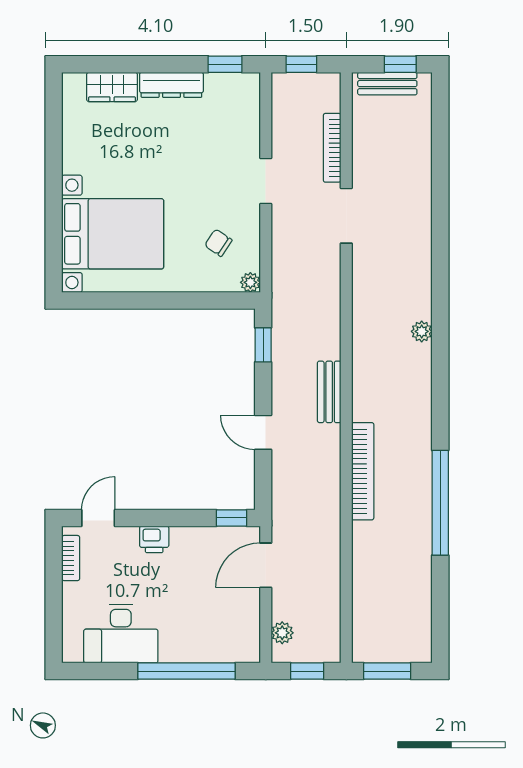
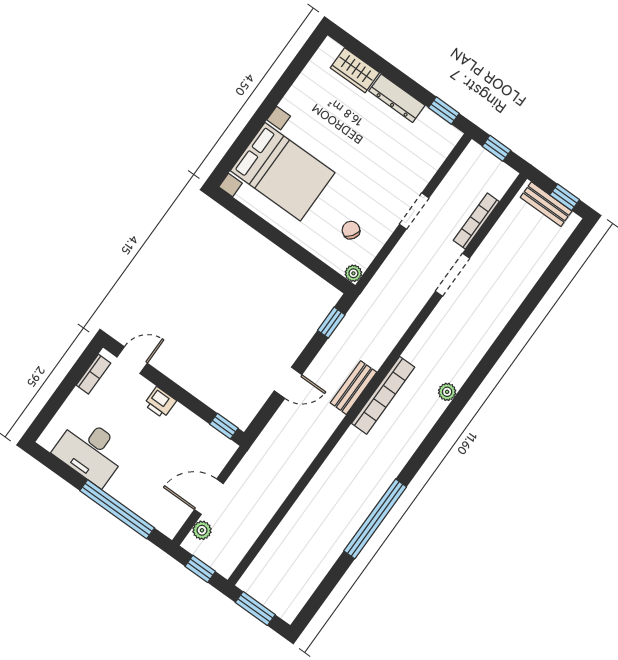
door: (263, 432) -> (288, 383), swing flipped
bookcase: (363, 471) -> (383, 395), moved
door: (266, 565) -> (209, 497), moved

